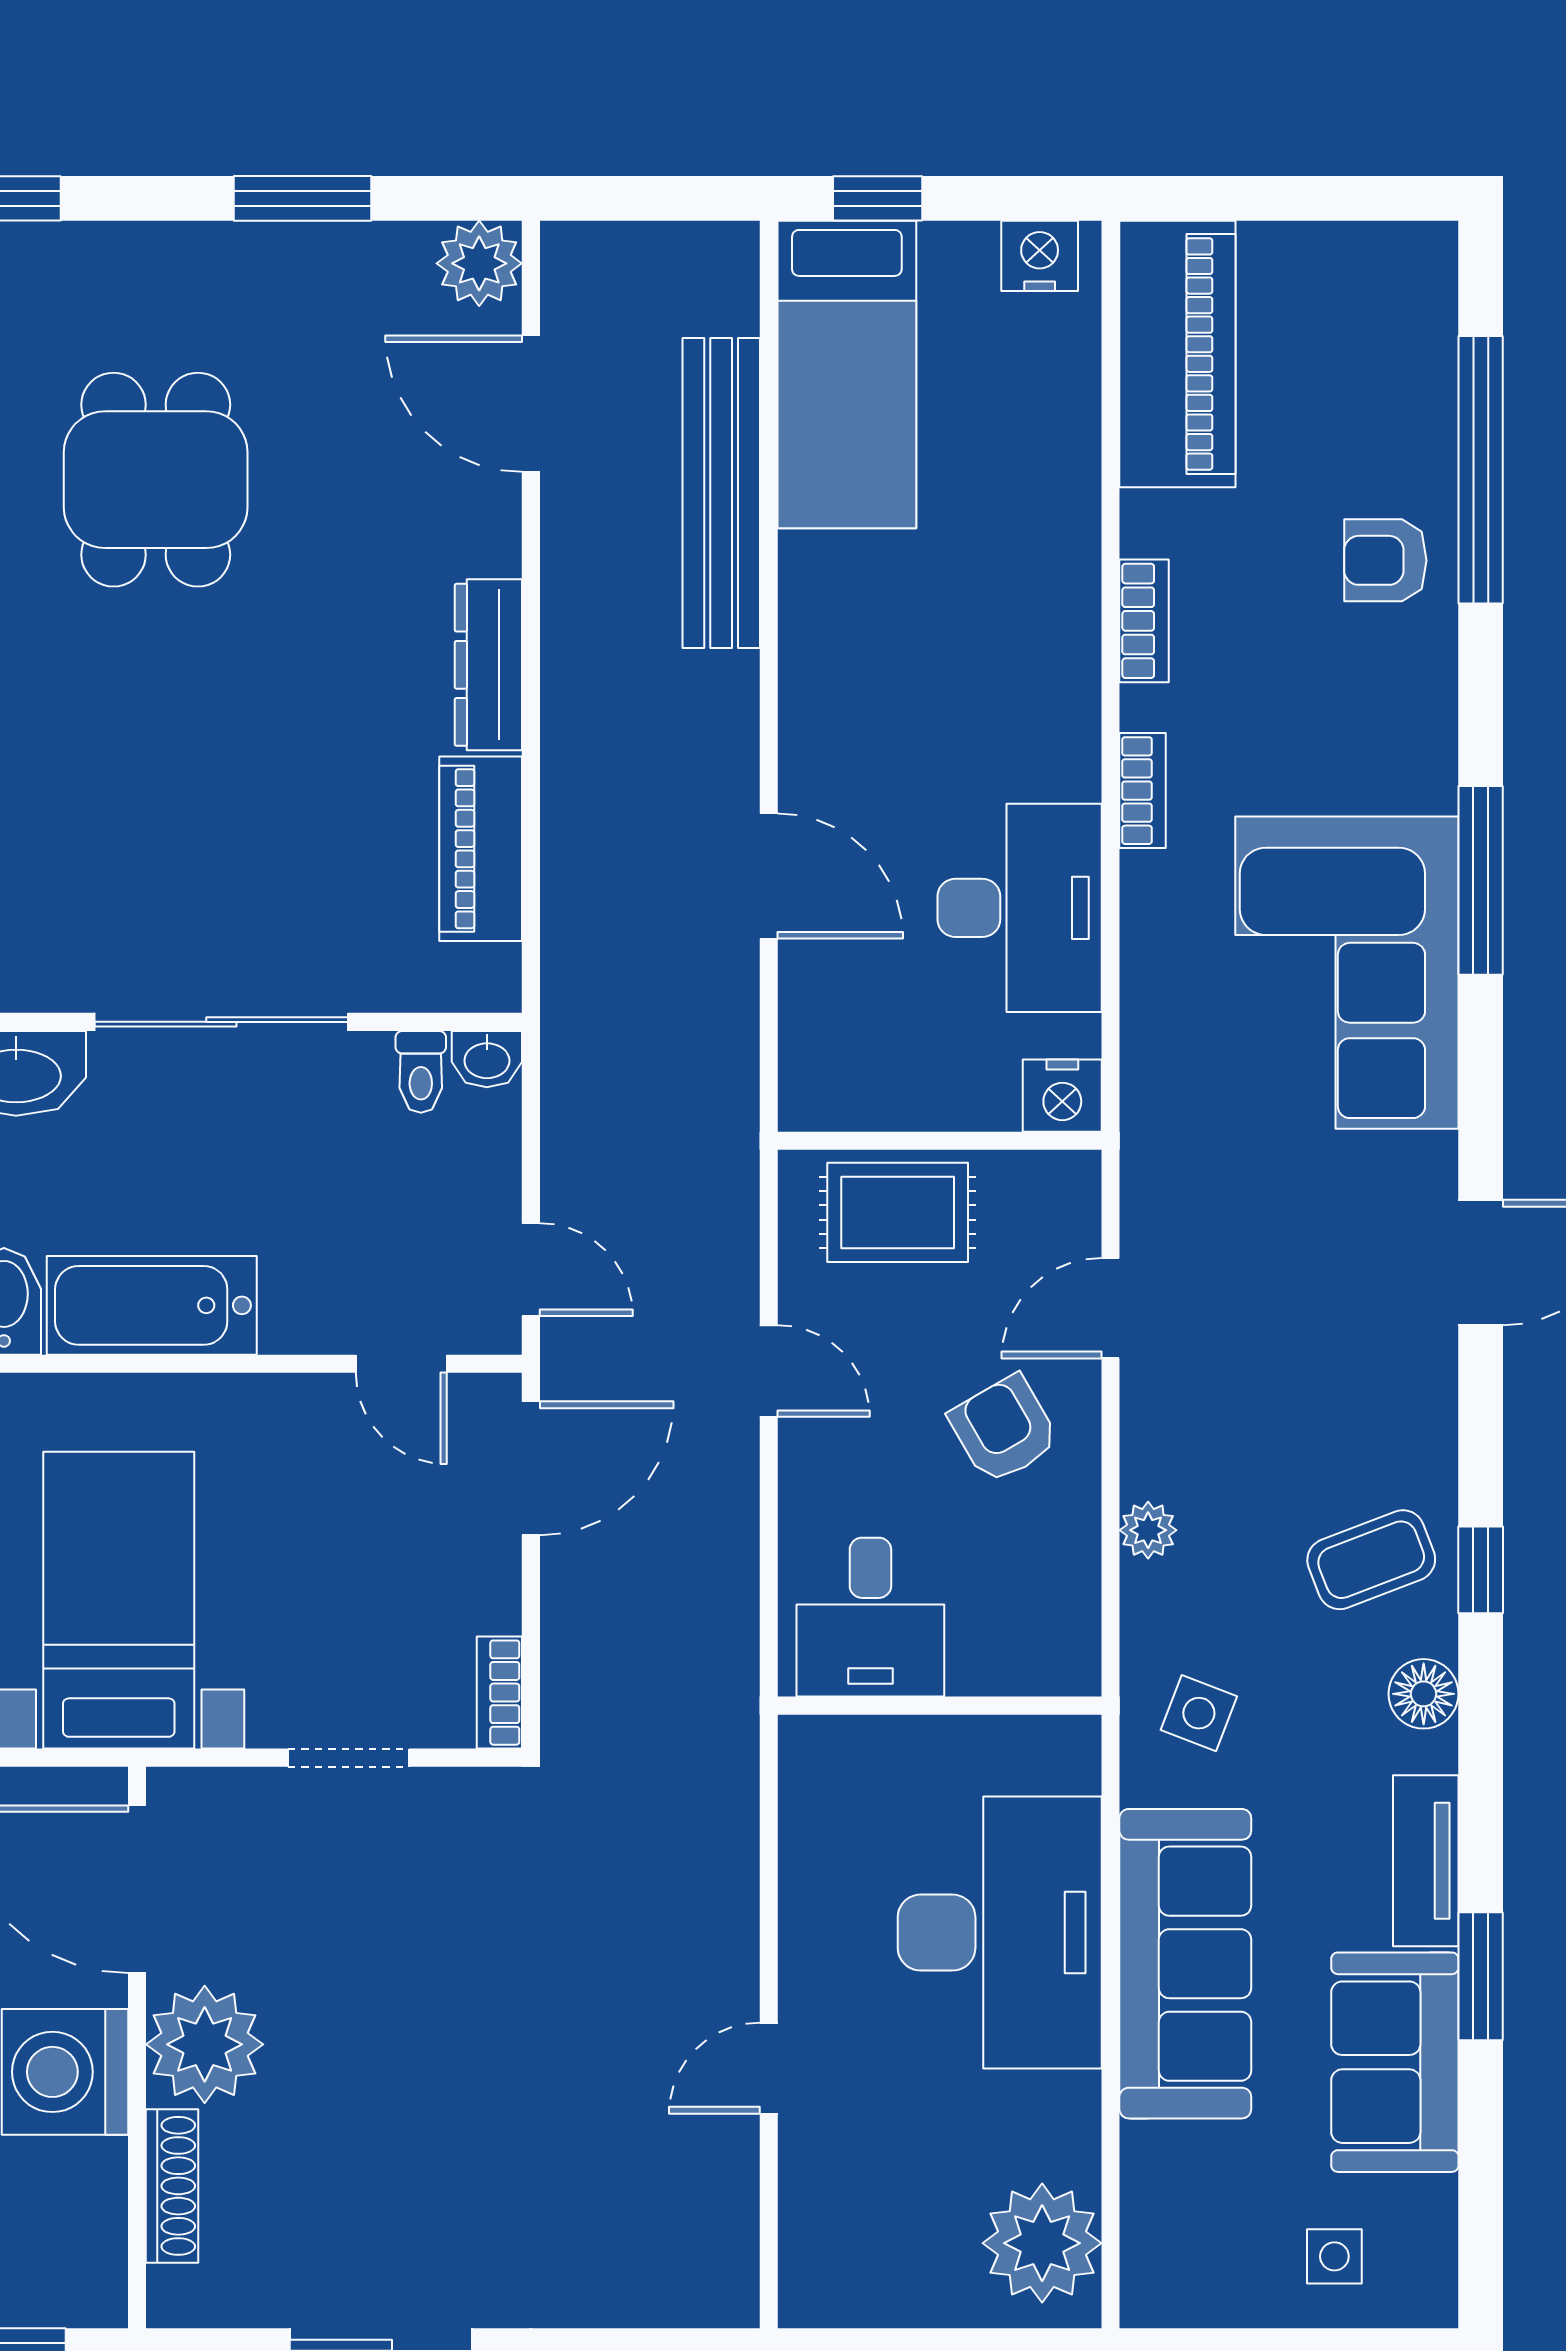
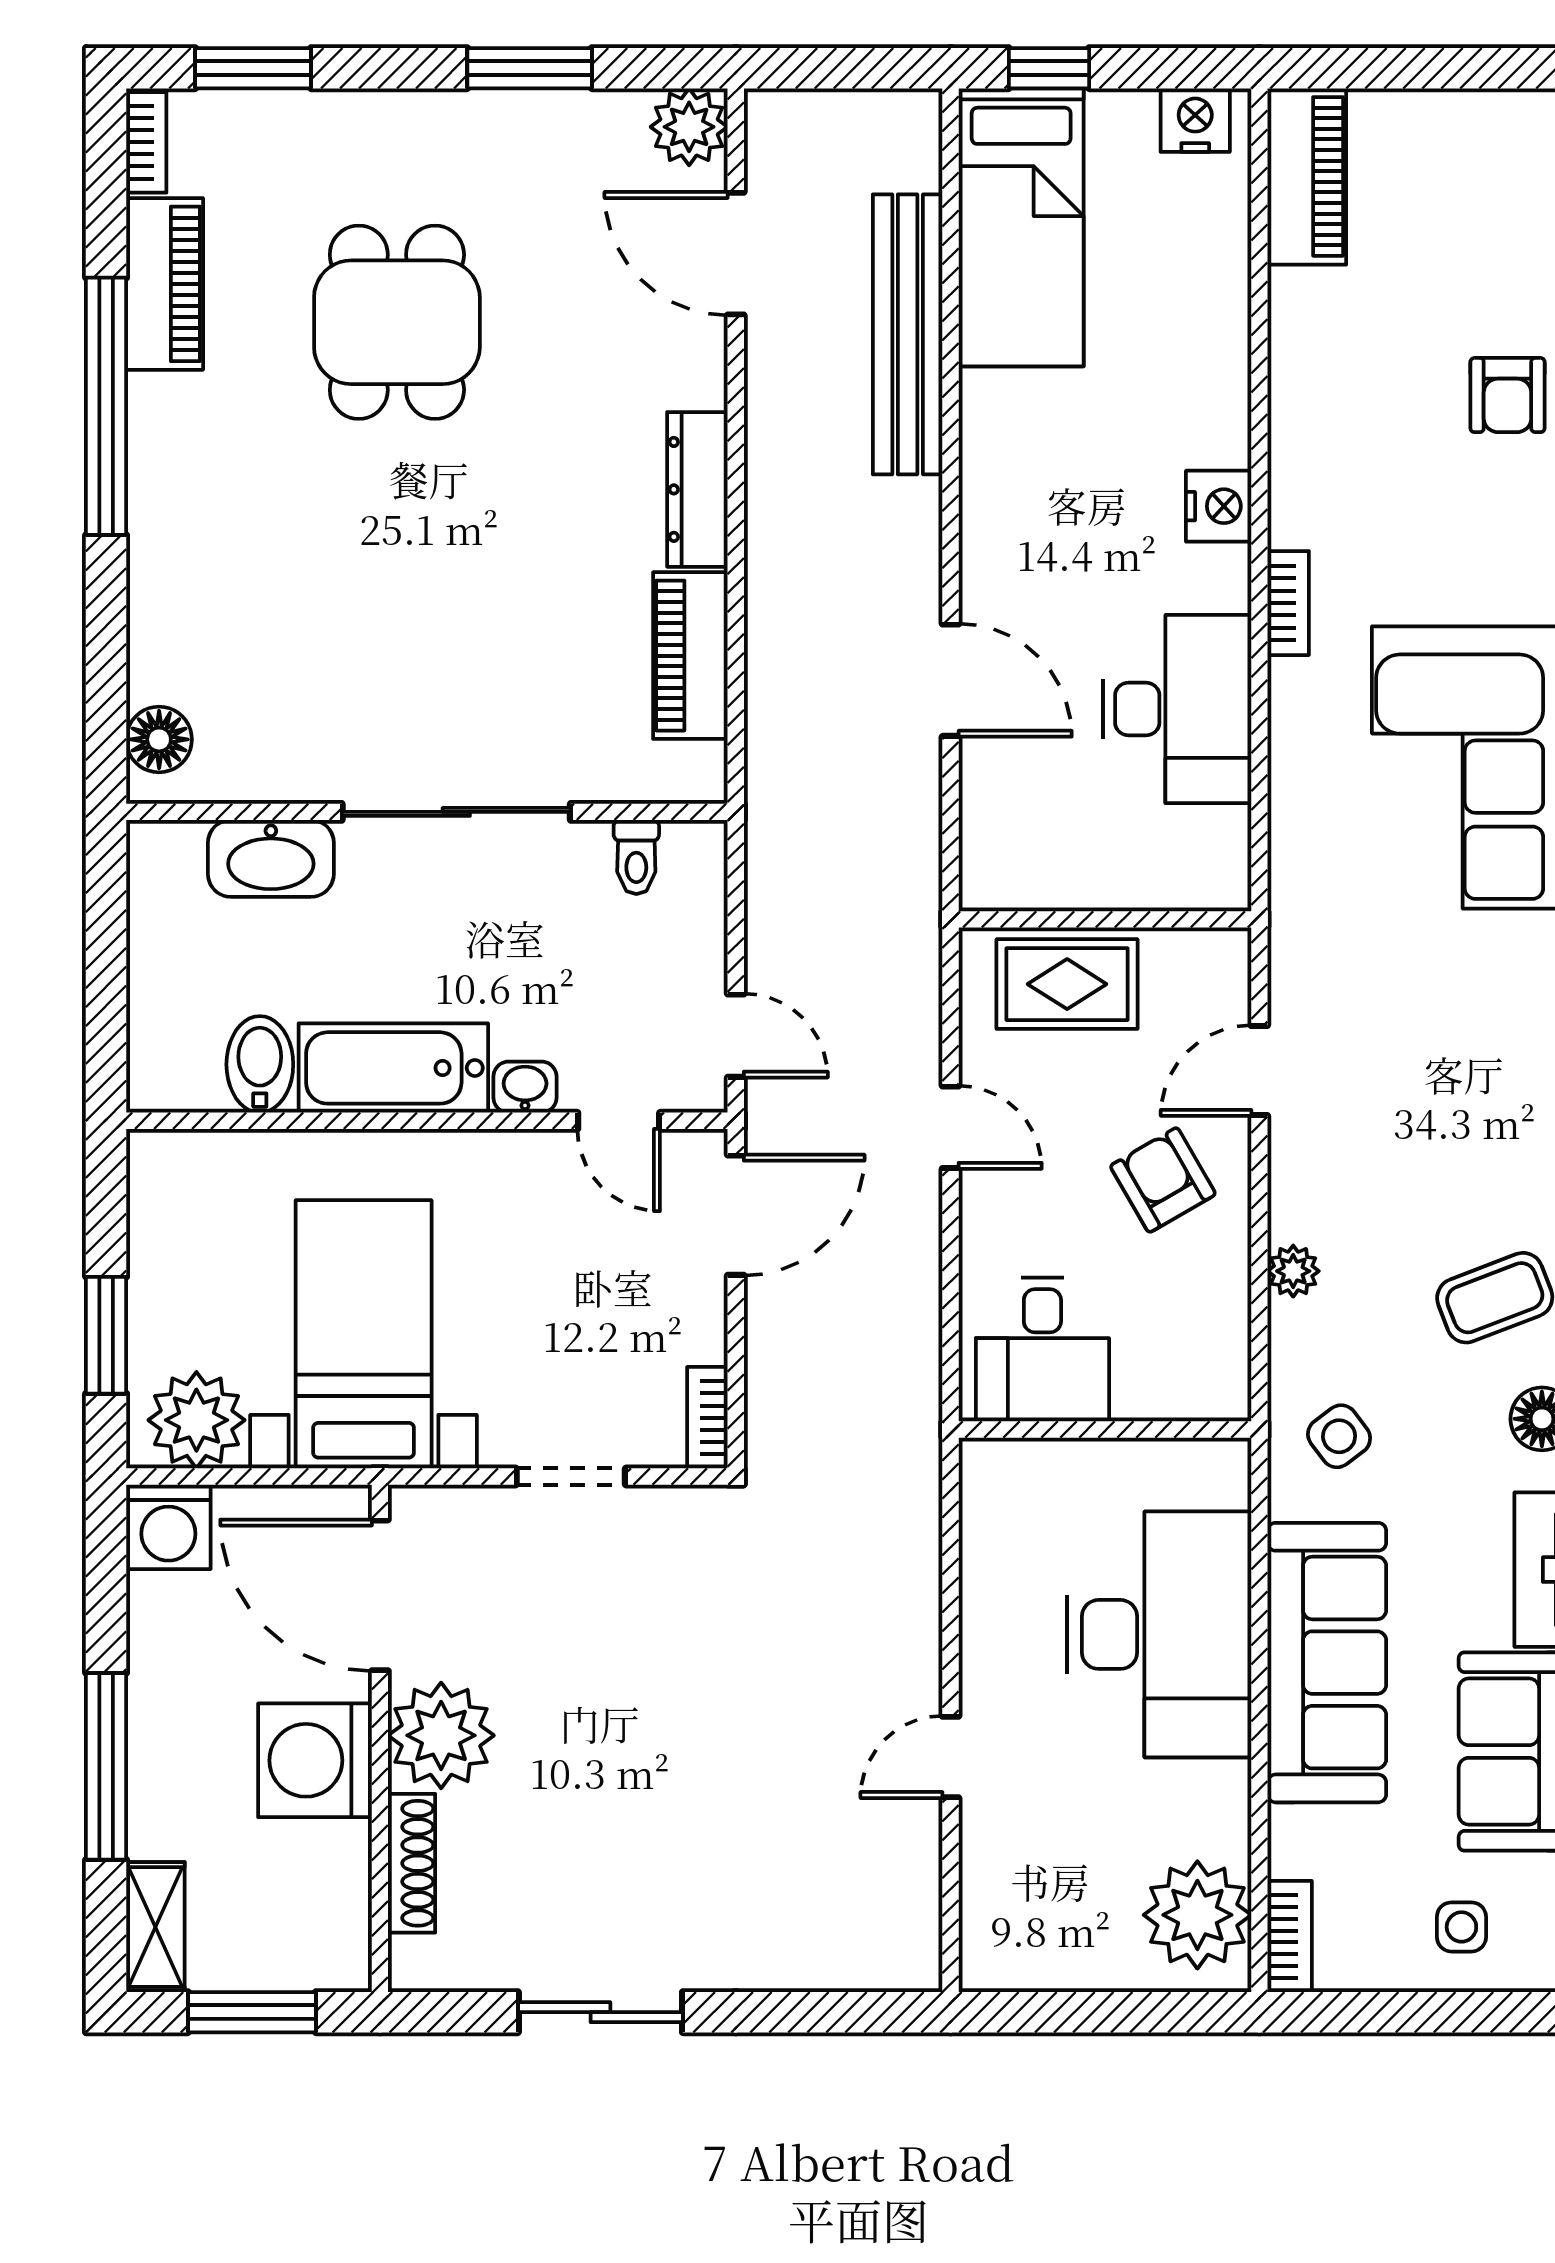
piano: (1177, 354) -> (1307, 176), width x0.73, depth x0.75
armchair: (1385, 560) -> (1507, 395), turned -90
bookcase: (1144, 621) -> (1290, 1936), moved
washbasin: (487, 1059) -> (525, 1087), moved, turned 180
nightstand: (1062, 1096) -> (1219, 506), moved, turned -90
side table: (1199, 1713) -> (1339, 1436), turned 32

